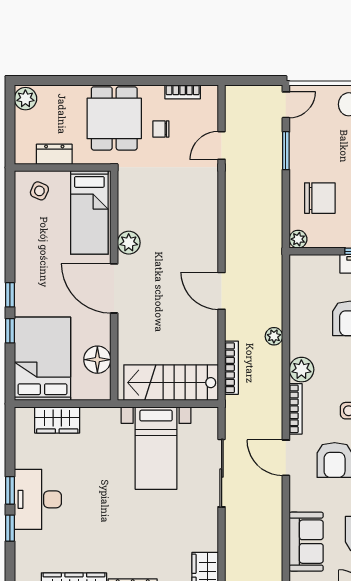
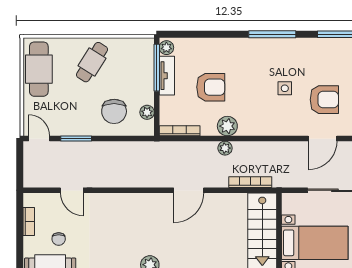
chair: (320, 198) -> (114, 111), turned 180
plant: (298, 239) -> (147, 112), moved
plant: (301, 370) -> (227, 126), moved
bookcase: (296, 409) -> (180, 131), moved

